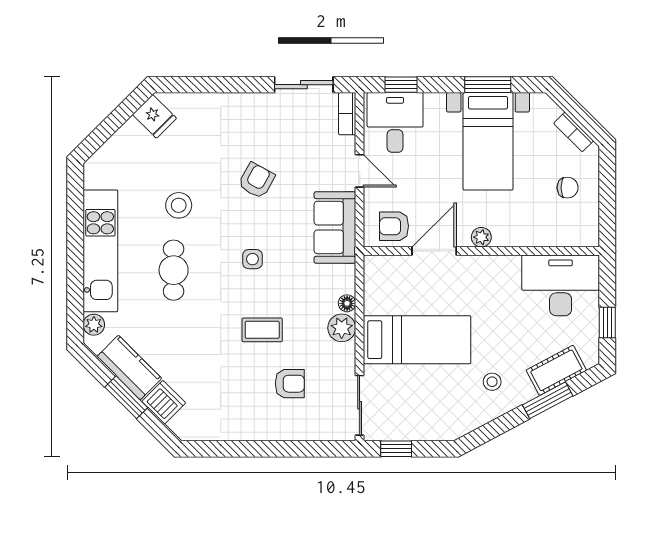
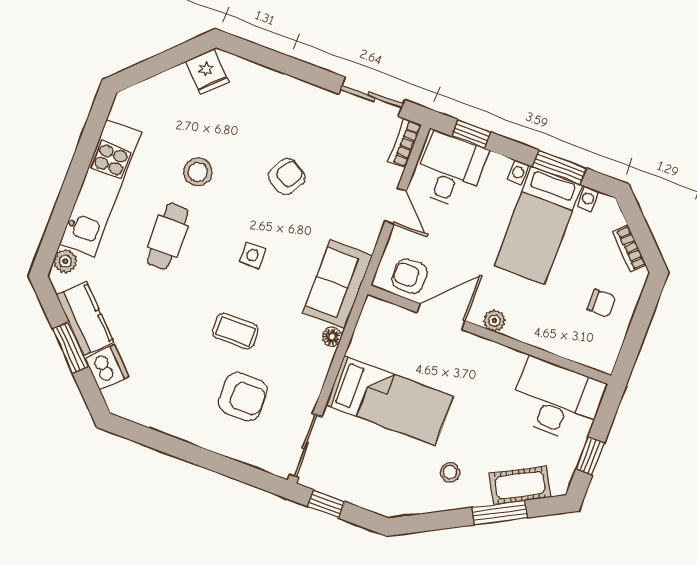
sofa: (335, 227) -> (337, 284), moved
plant: (342, 328) -> (317, 360), removed
armchair: (290, 384) -> (243, 397), width x1.38, depth x1.38

